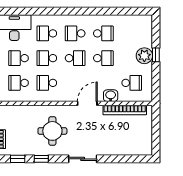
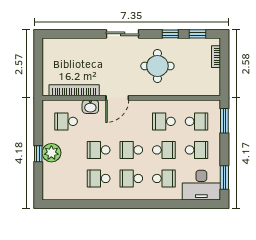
school desk: (75, 33) -> (131, 178), turned 180
school desk: (47, 83) -> (164, 121), turned 180

